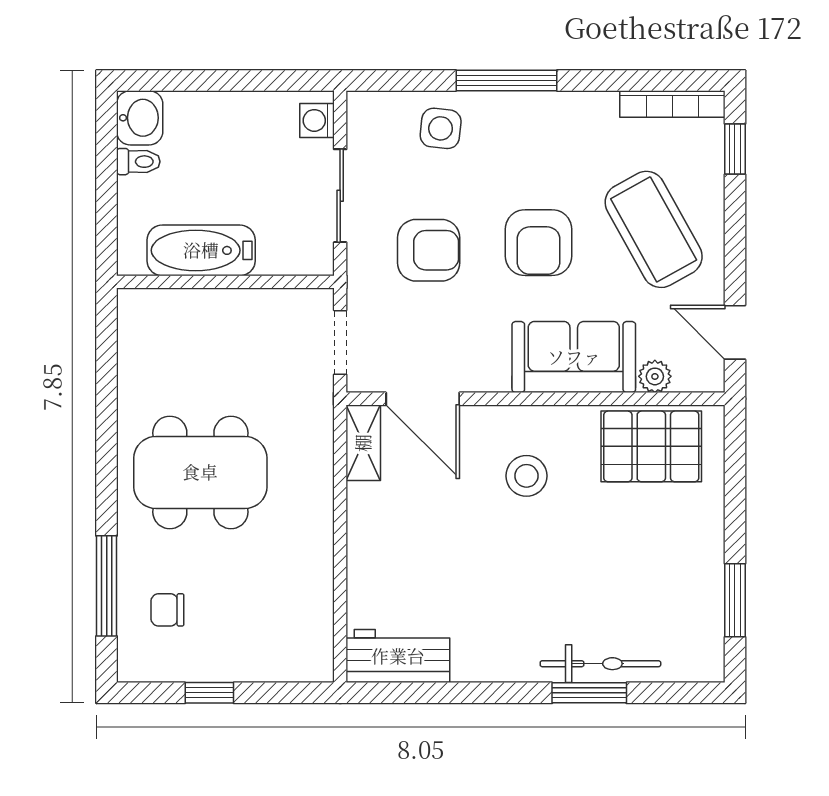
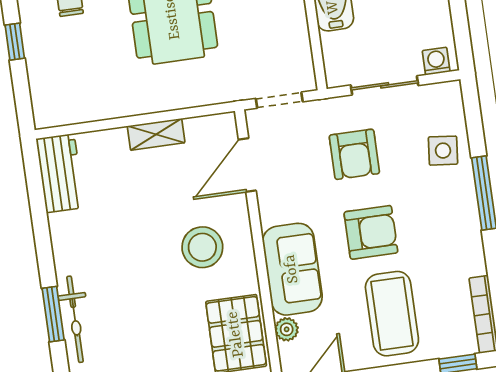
coffee table: (654, 229) -> (392, 314), turned -61
armchair: (538, 243) -> (371, 232), turned 180
shelving: (363, 443) -> (156, 134), moved
stool: (526, 476) -> (202, 247), width x1.38, depth x1.38

